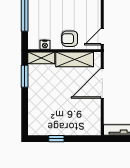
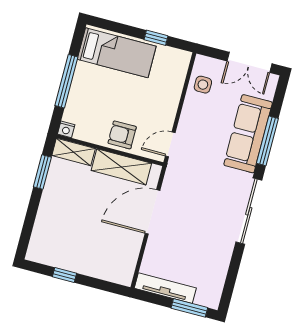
nightstand: (45, 45) -> (66, 129), moved

